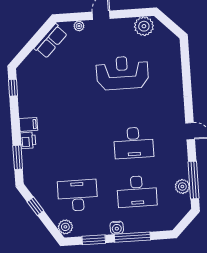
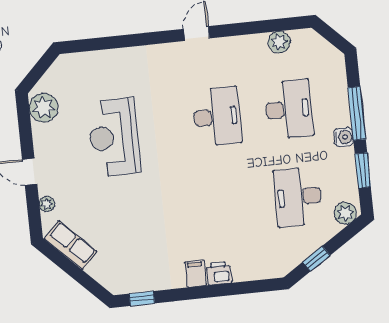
window: (18, 157) -> (245, 288), removed
window: (193, 180) -> (269, 26), removed

